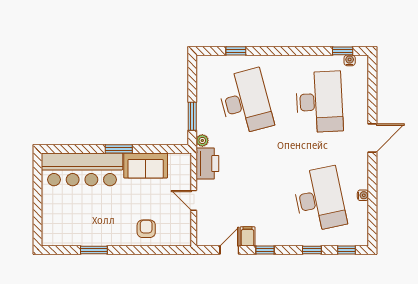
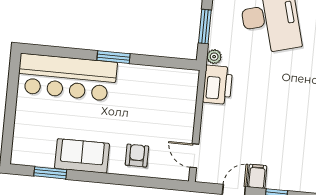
sofa: (146, 165) -> (82, 156), moved, turned 180
door: (194, 200) -> (194, 156), moved
window: (94, 250) -> (50, 173), moved

